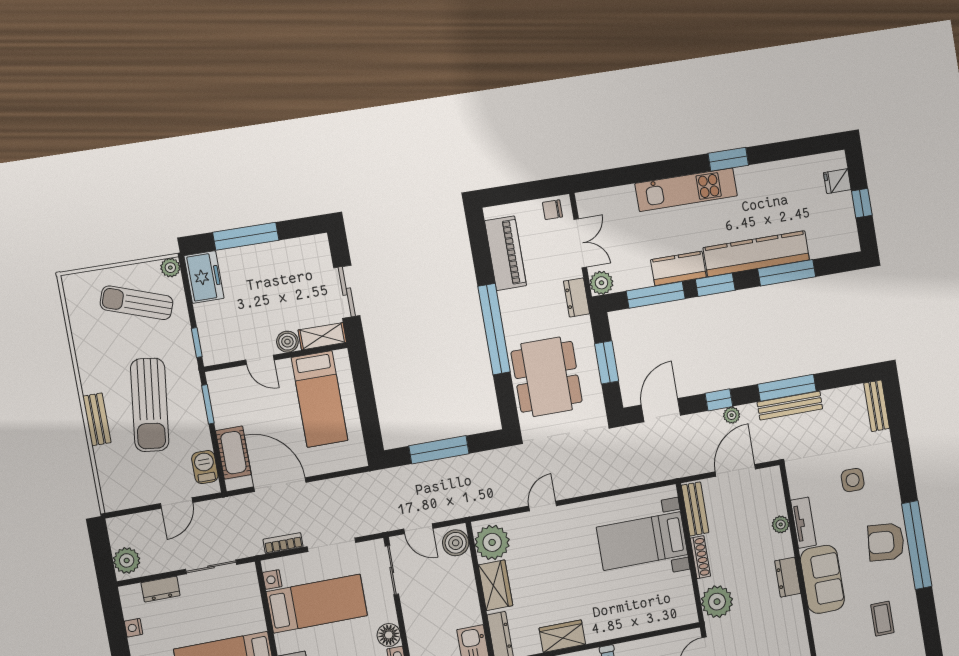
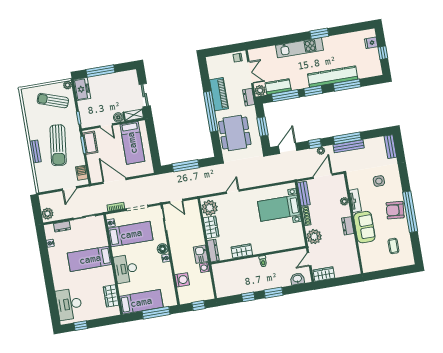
piano: (506, 253) -> (219, 94), moved
kitchen counter: (678, 268) -> (278, 87), moved
cot: (233, 453) -> (90, 143), moved
boiler: (456, 543) -> (193, 208), removed

